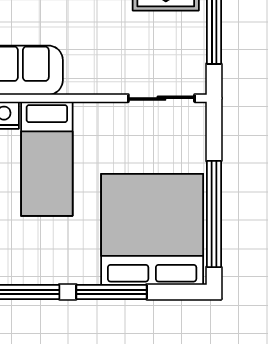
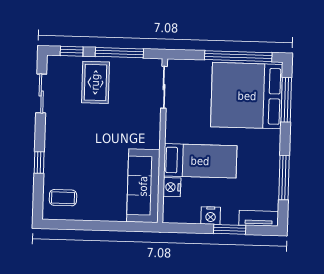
window: (111, 292) -> (286, 100), moved

